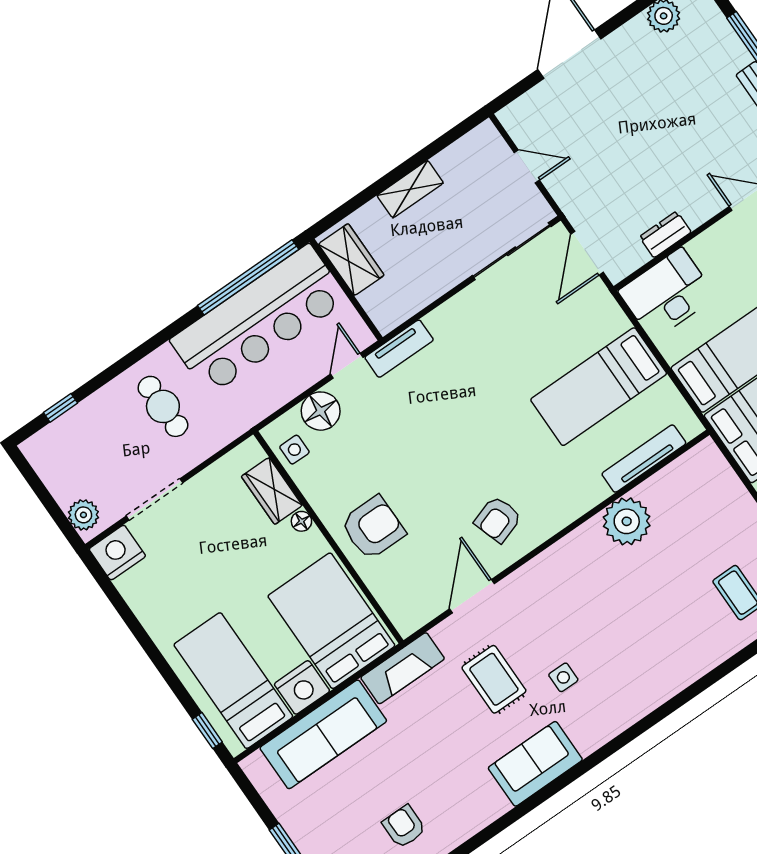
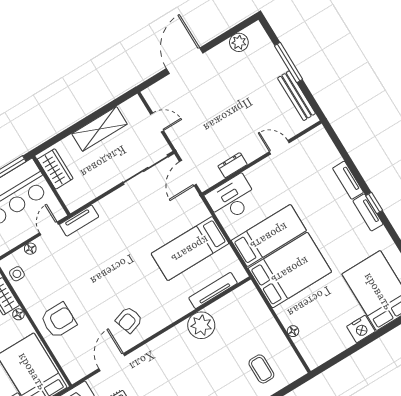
shelving: (410, 189) -> (100, 129), width x1.50, depth x1.33
floor lamp: (321, 411) -> (30, 249), width x0.53, depth x0.53

